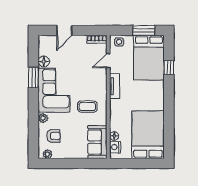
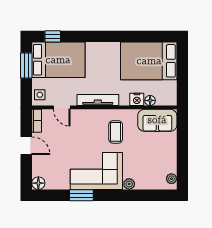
door: (64, 30) -> (26, 146), moved
floor lamp: (44, 62) -> (38, 183), moved
window: (169, 67) -> (53, 36), moved
tv unit: (115, 86) -> (98, 100), width x1.41
armchair: (53, 136) -> (150, 172), removed
nightstand: (115, 147) -> (137, 99), moved

